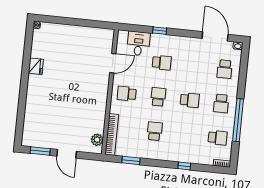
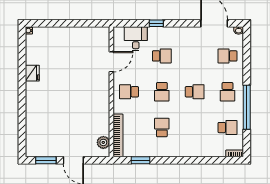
school desk: (225, 69) -> (228, 56), turned 90
school desk: (158, 97) -> (162, 92), turned 180
window: (184, 166) -> (196, 160), removed

